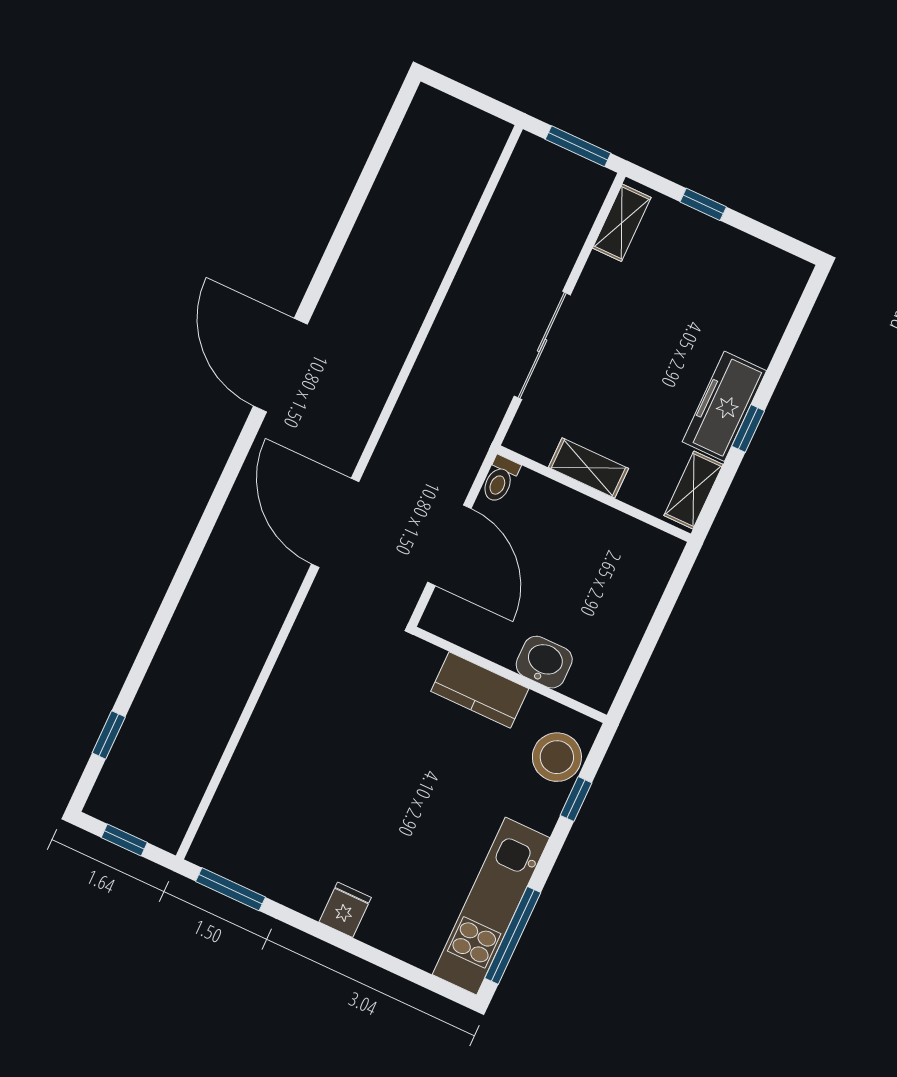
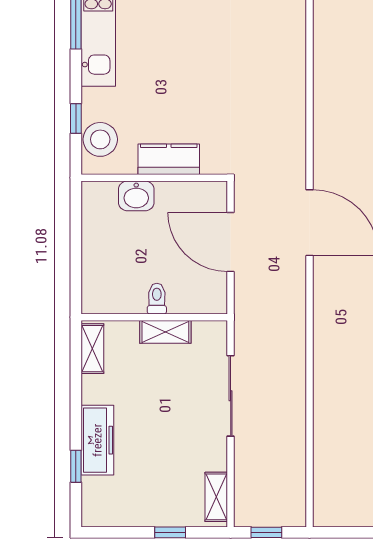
window: (578, 146) -> (266, 532), width x0.67
freezer: (724, 406) -> (97, 440), moved
window: (748, 428) -> (76, 466), moved
toilet: (500, 479) -> (157, 299), moved

